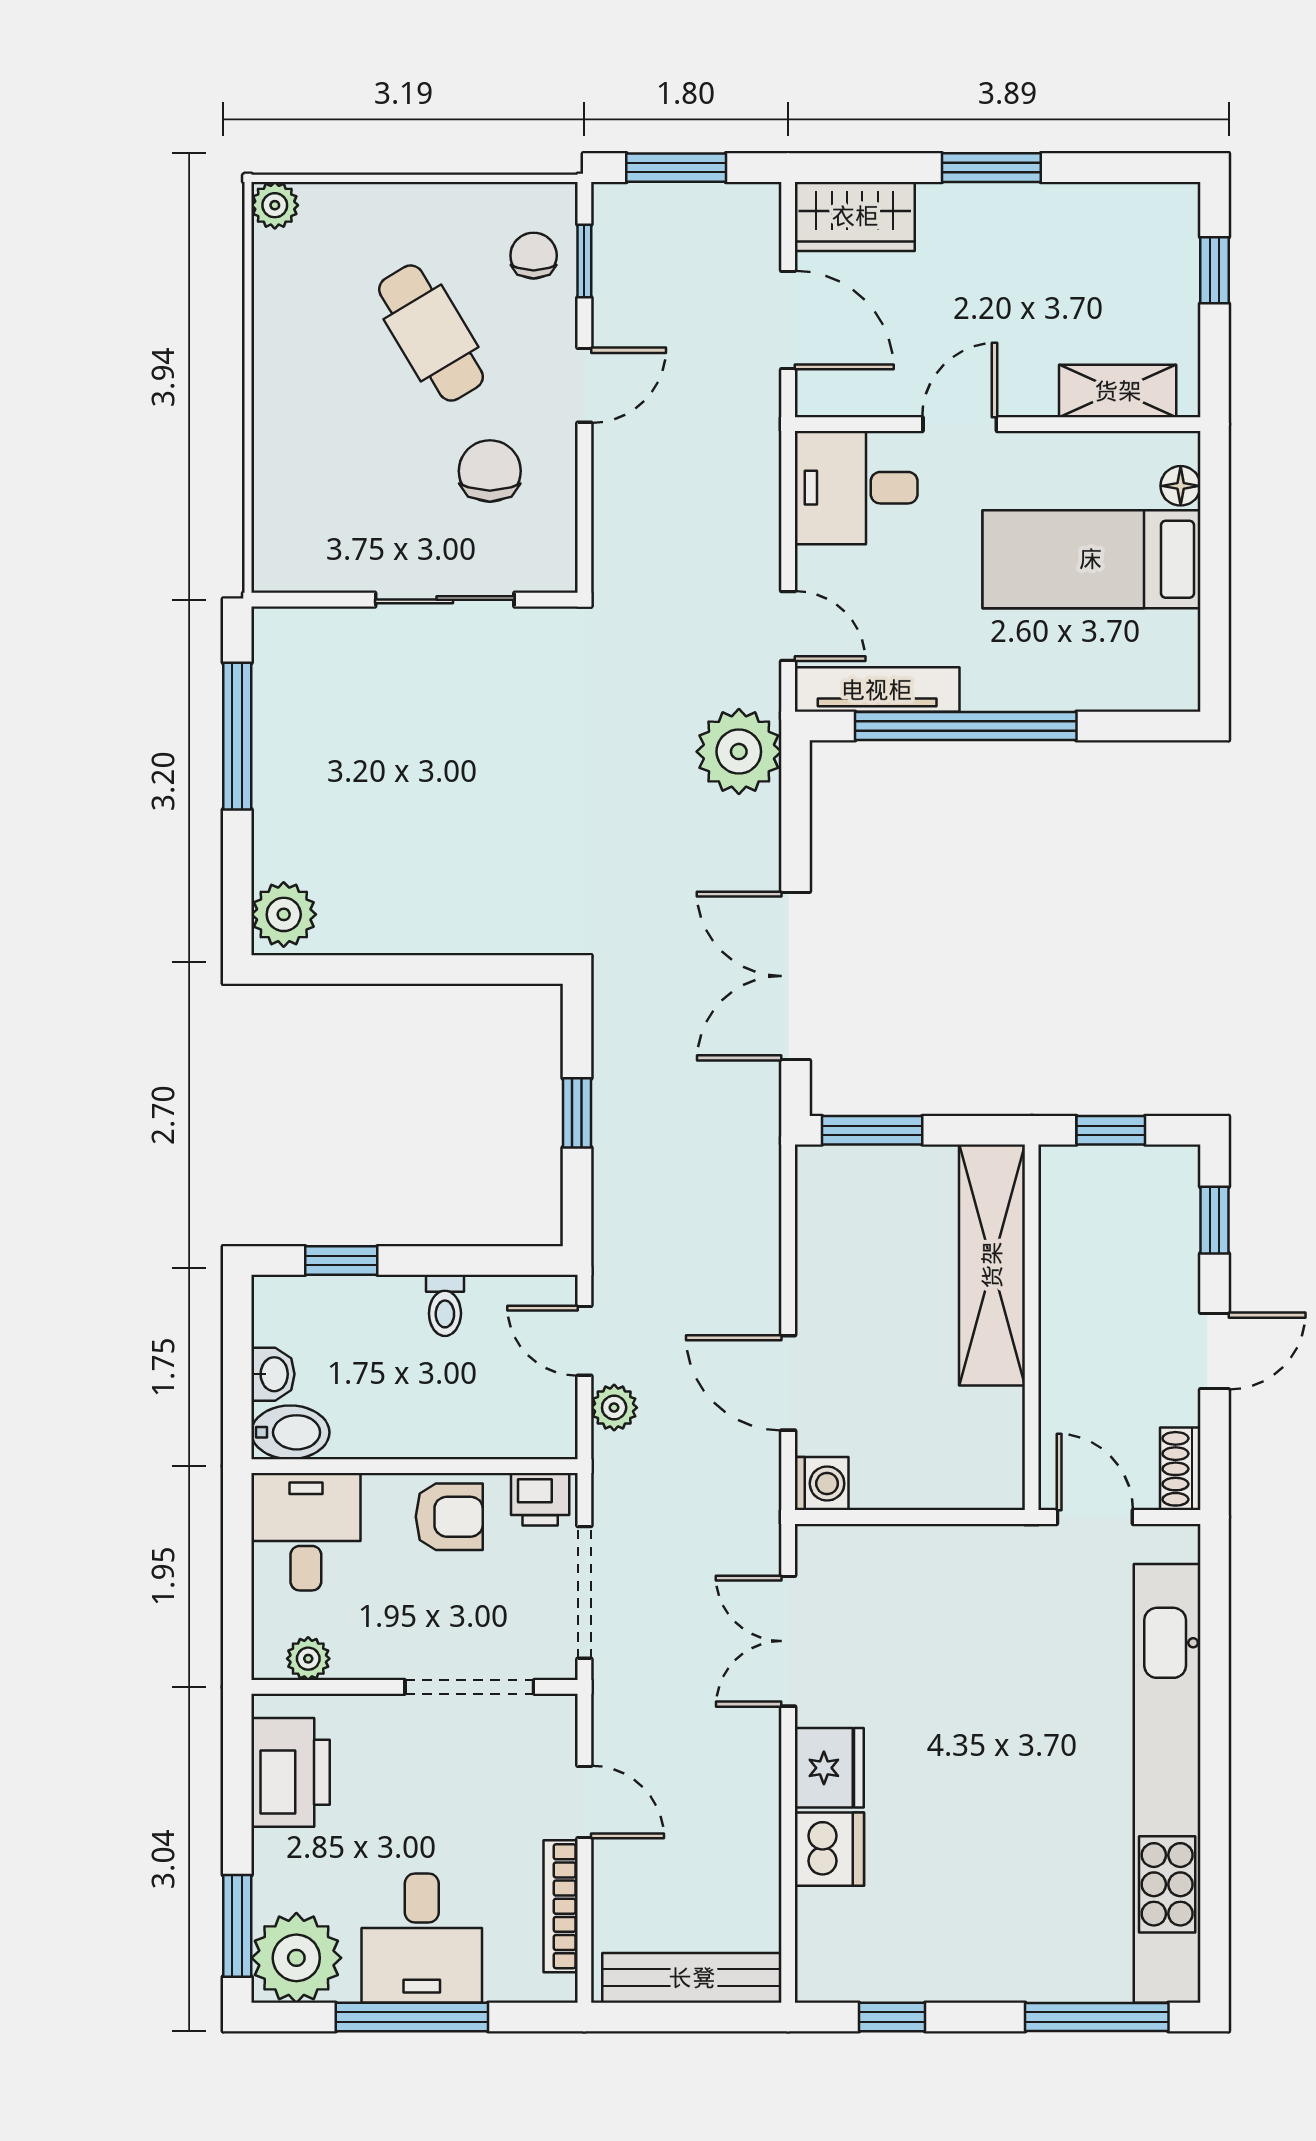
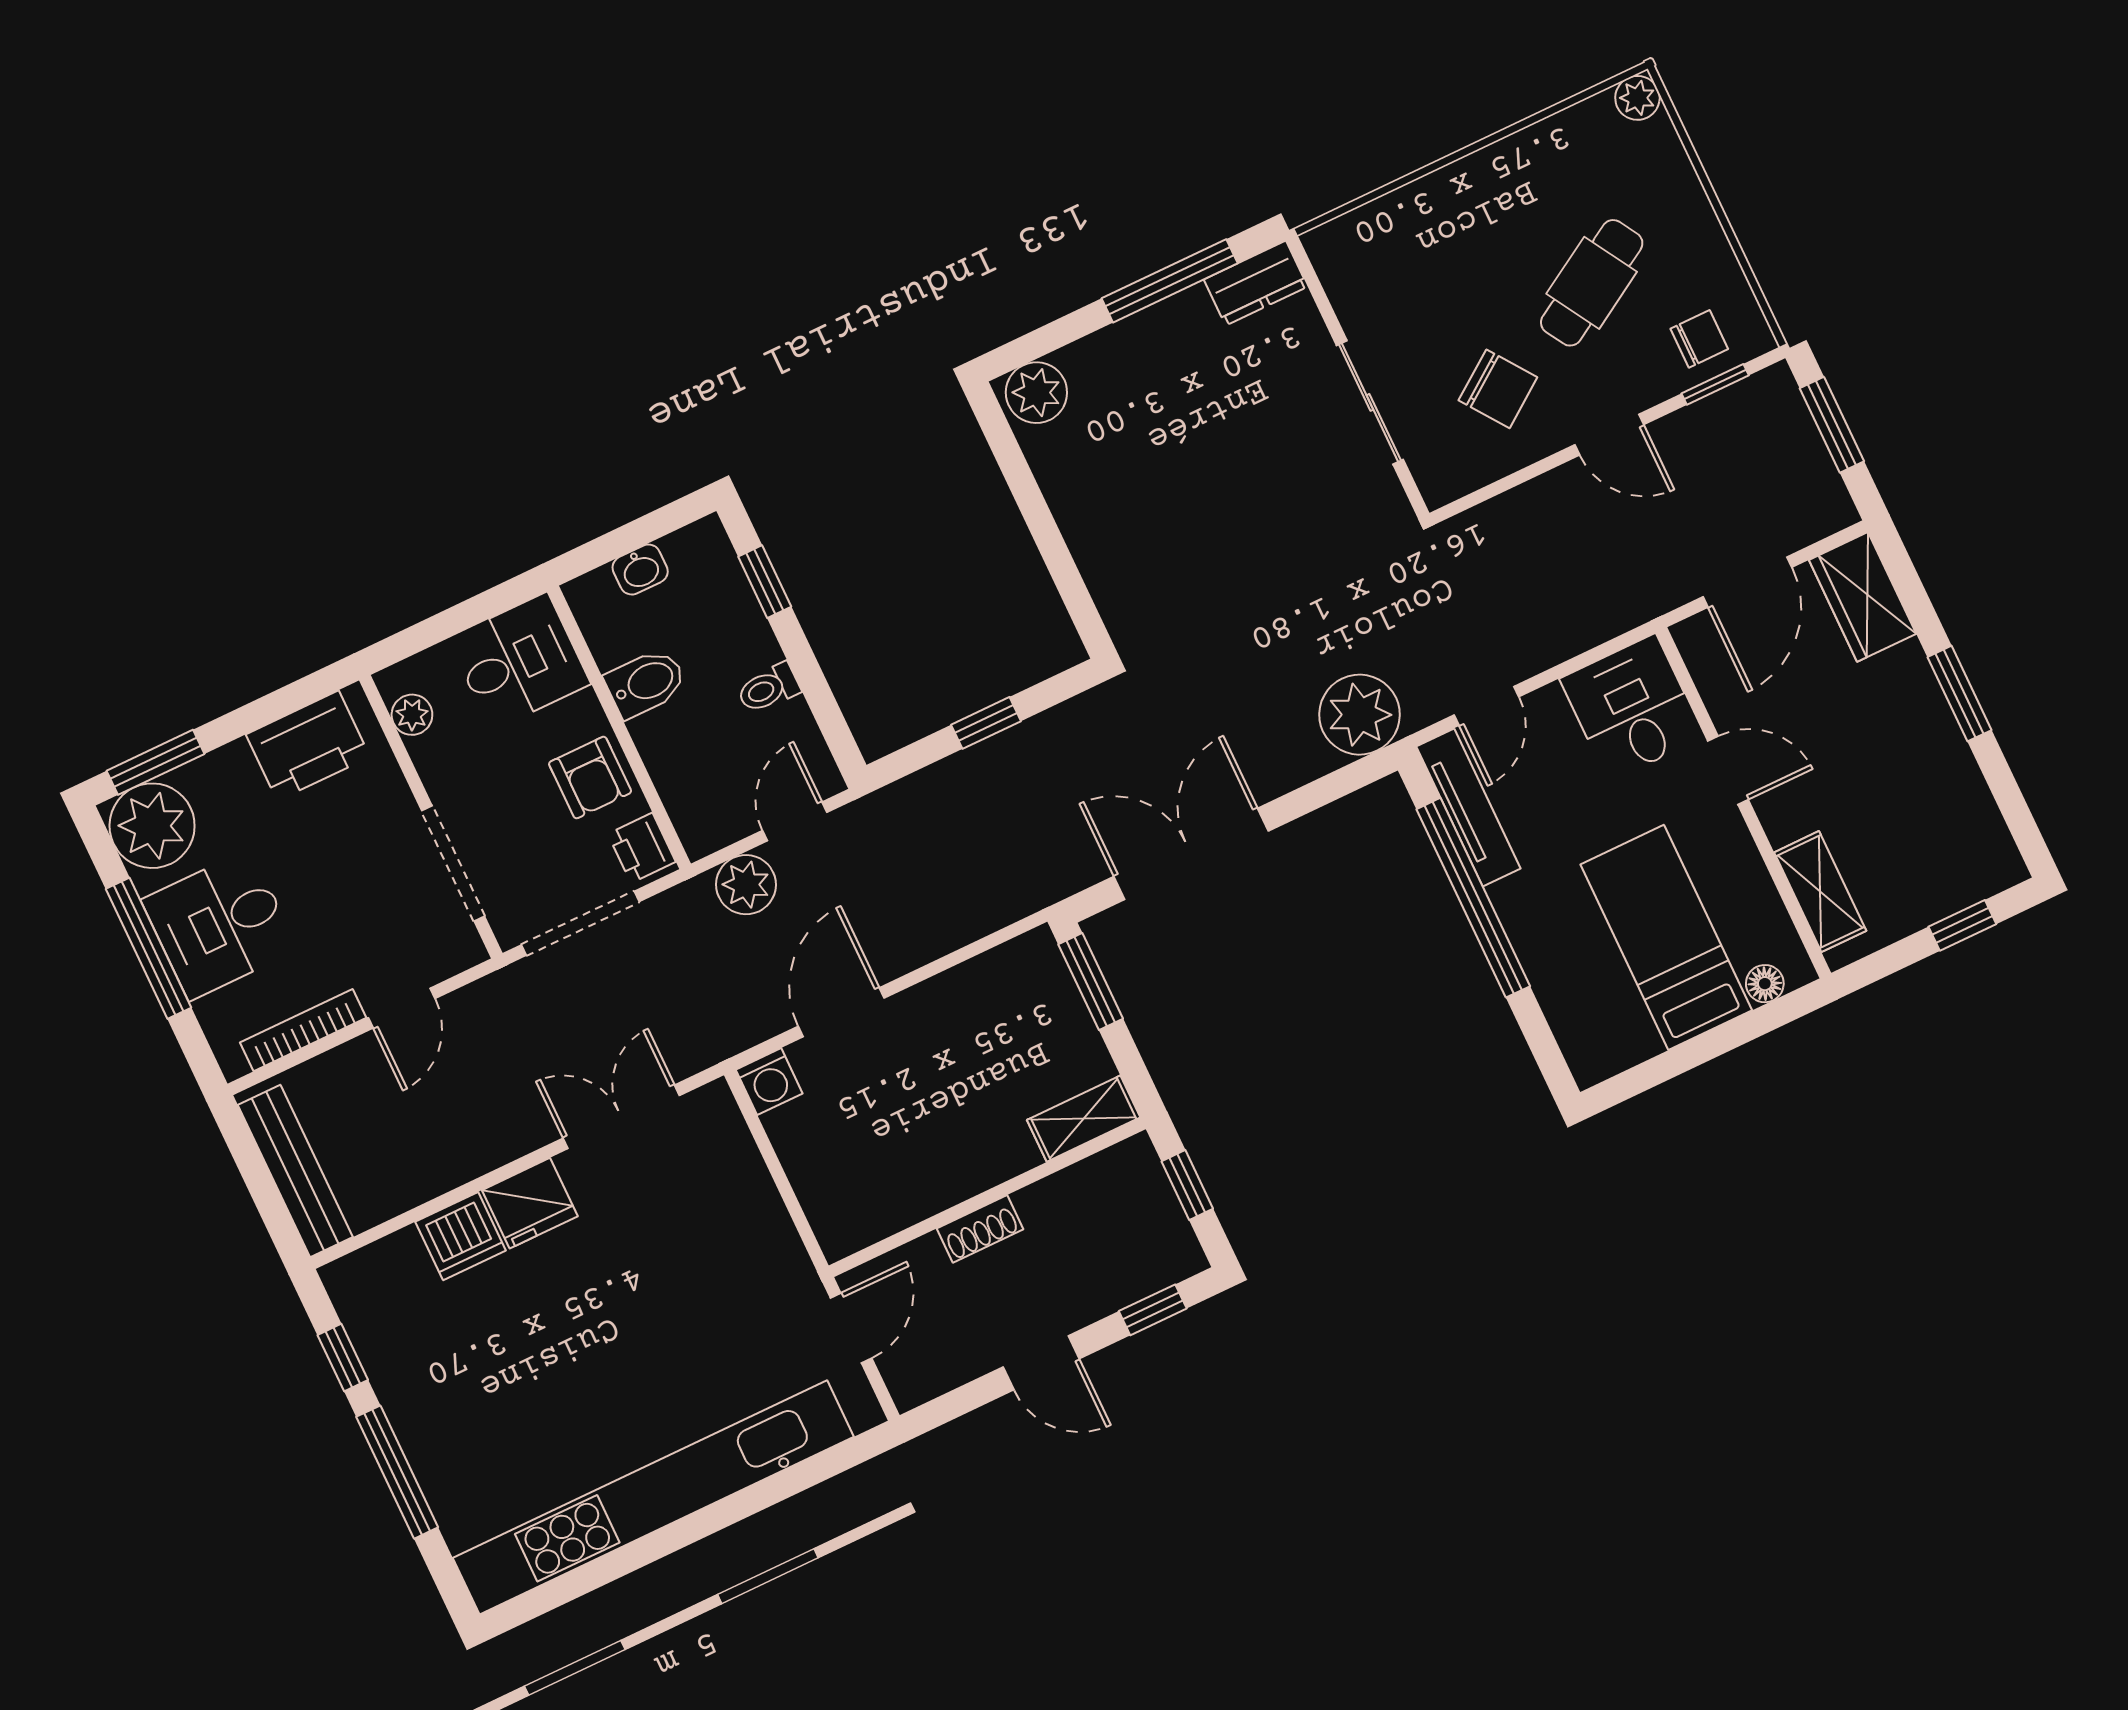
chair: (490, 471) -> (1498, 389), turned 54
dresser: (279, 655) -> (1256, 283), added
shelving: (992, 1265) -> (1084, 1119), width x0.45, depth x0.75
plant: (614, 1408) -> (746, 885), width x1.38, depth x1.38
bidet: (290, 1432) -> (646, 683), moved, turned -90
shoe rack: (1180, 1469) -> (980, 1229), moved, turned 180
window: (1097, 2017) -> (397, 1472), moved

